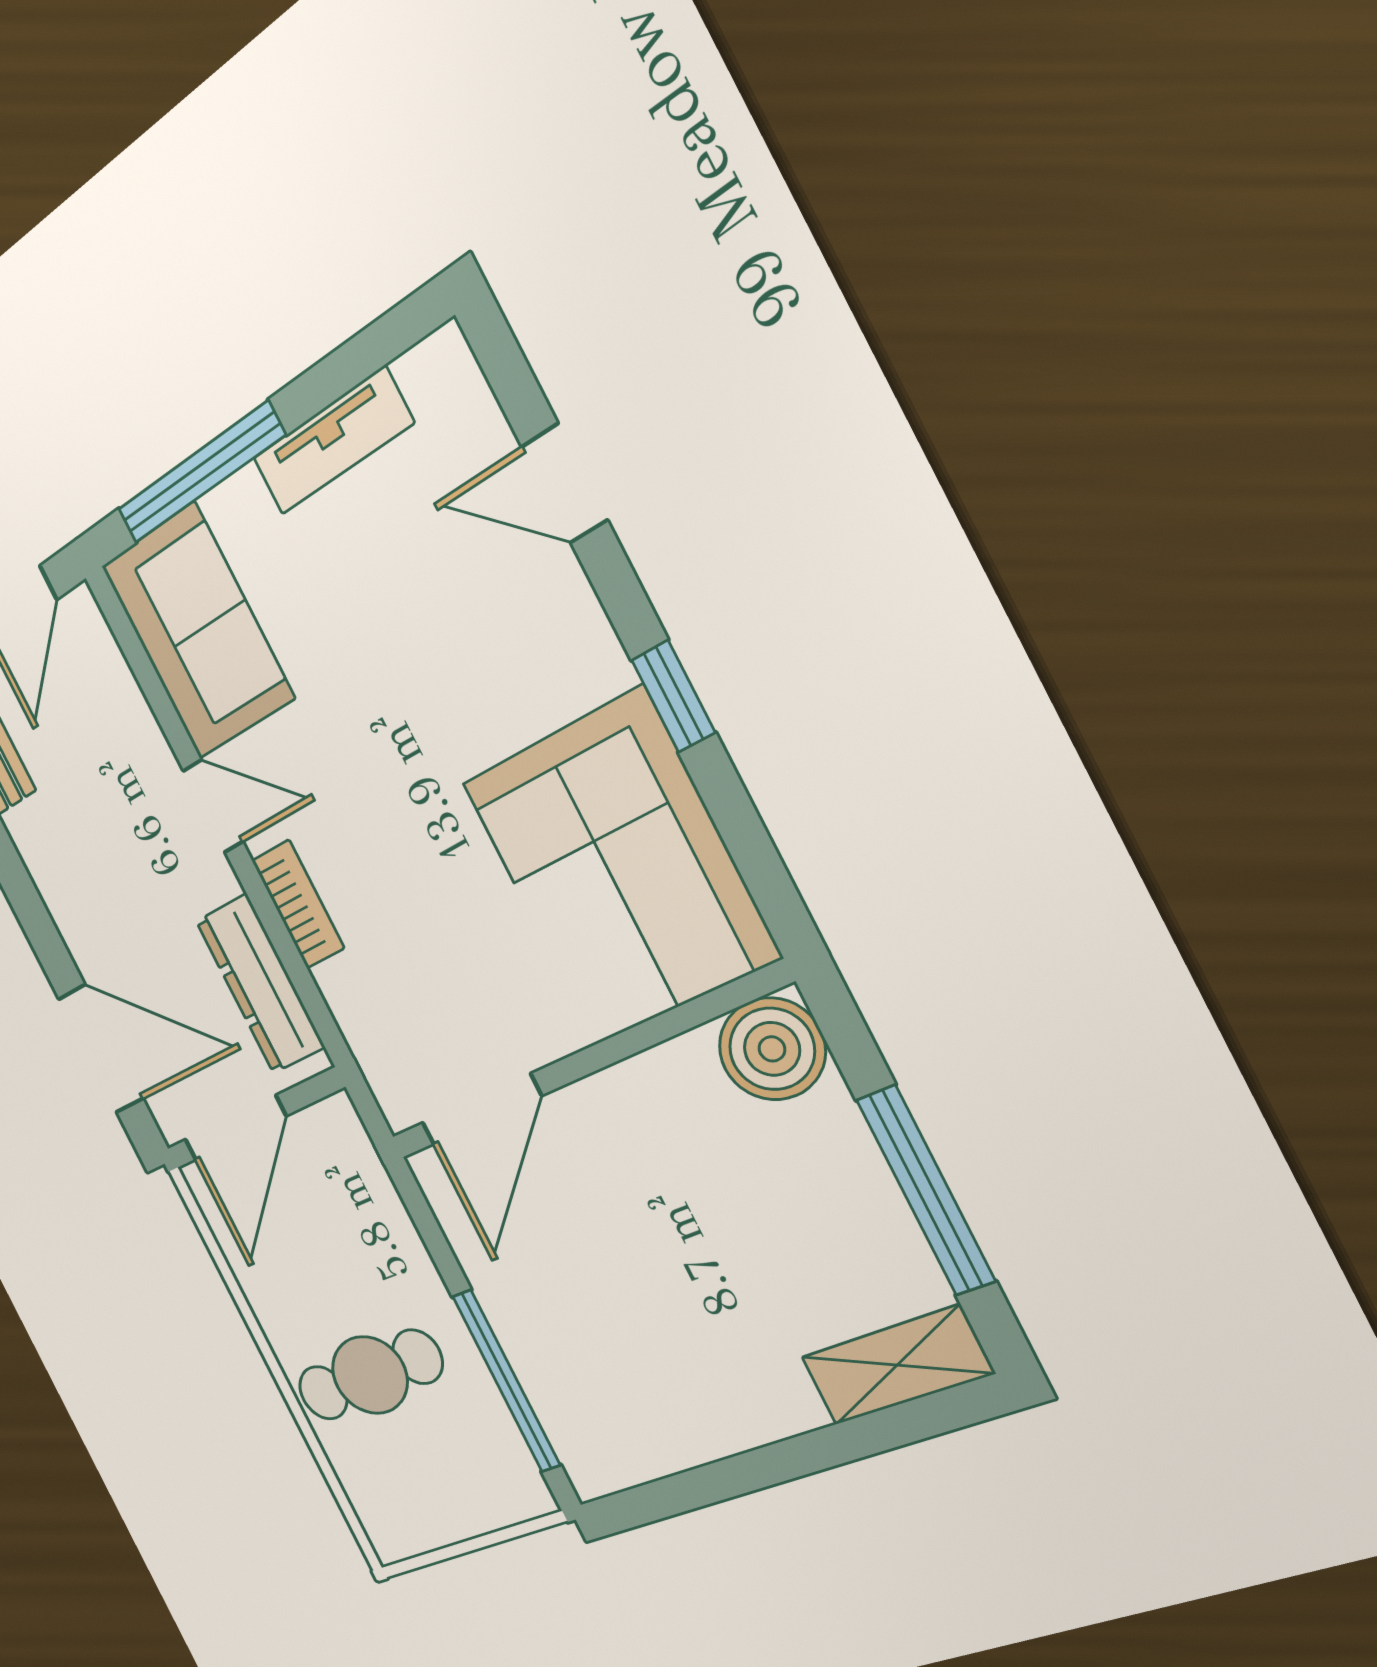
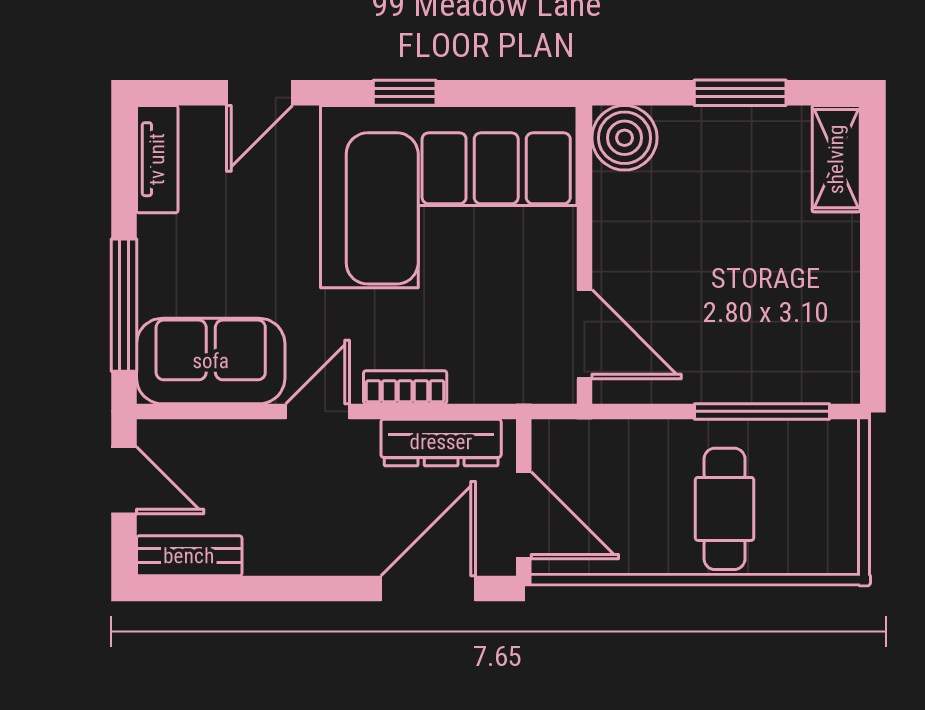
tv unit: (333, 441) -> (157, 159), moved
corner sofa: (619, 869) -> (449, 197), width x1.36, depth x1.36
window: (926, 1190) -> (740, 93), width x0.69

